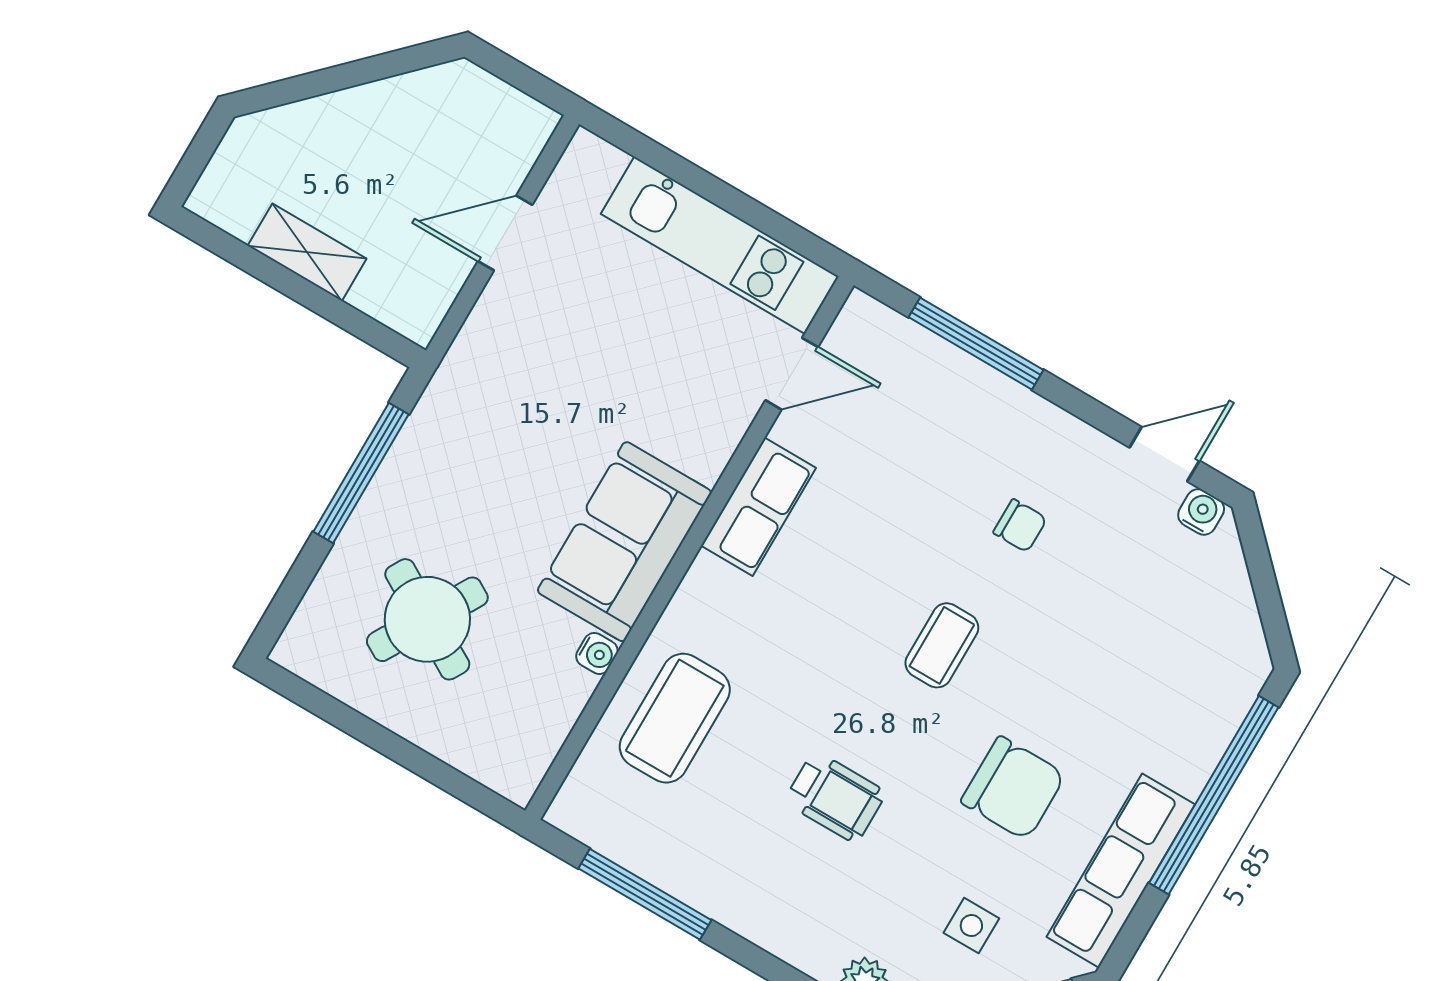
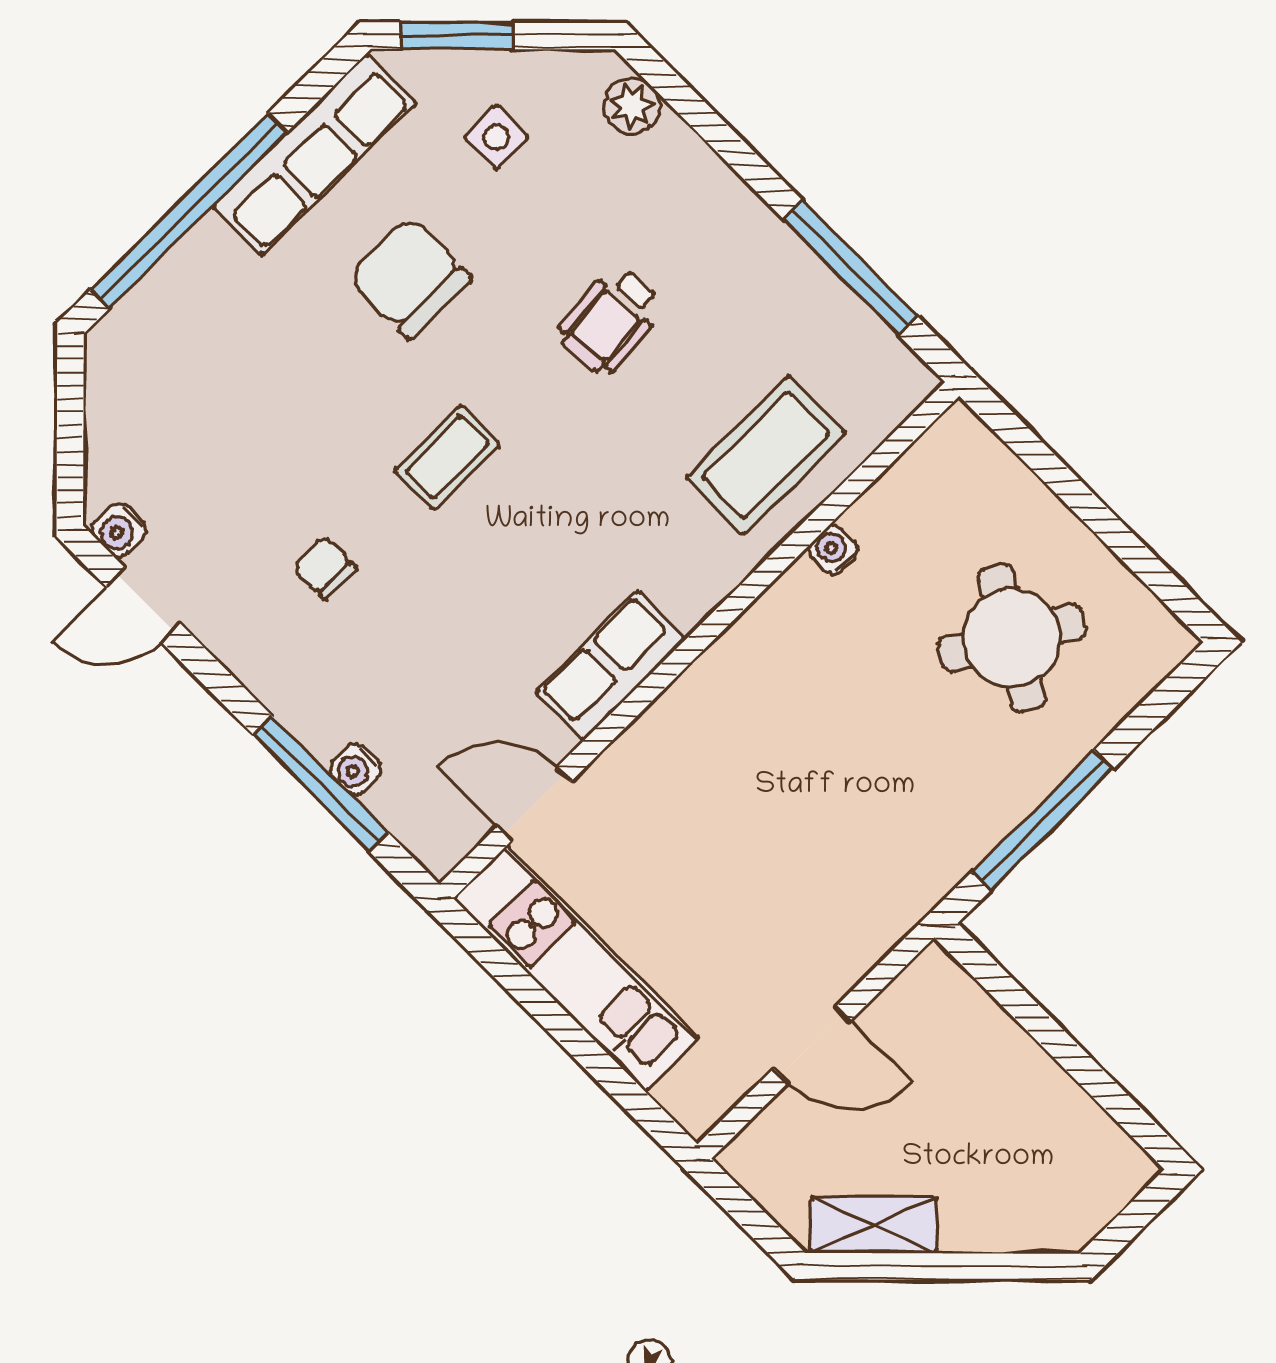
shelving: (307, 252) -> (874, 1225), moved, turned -45
water cooler: (950, 363) -> (355, 769), added
sofa: (624, 542) -> (770, 666), removed
wheelchair: (835, 797) -> (610, 320), turned -95

